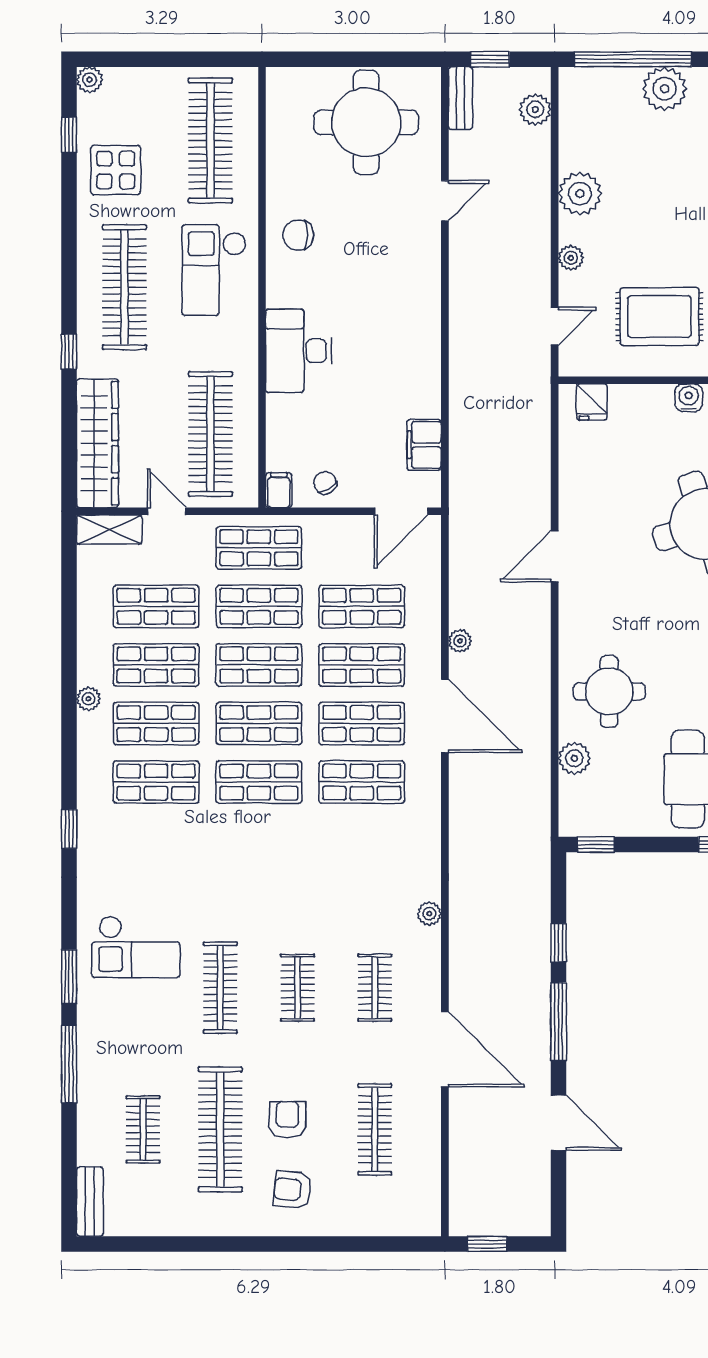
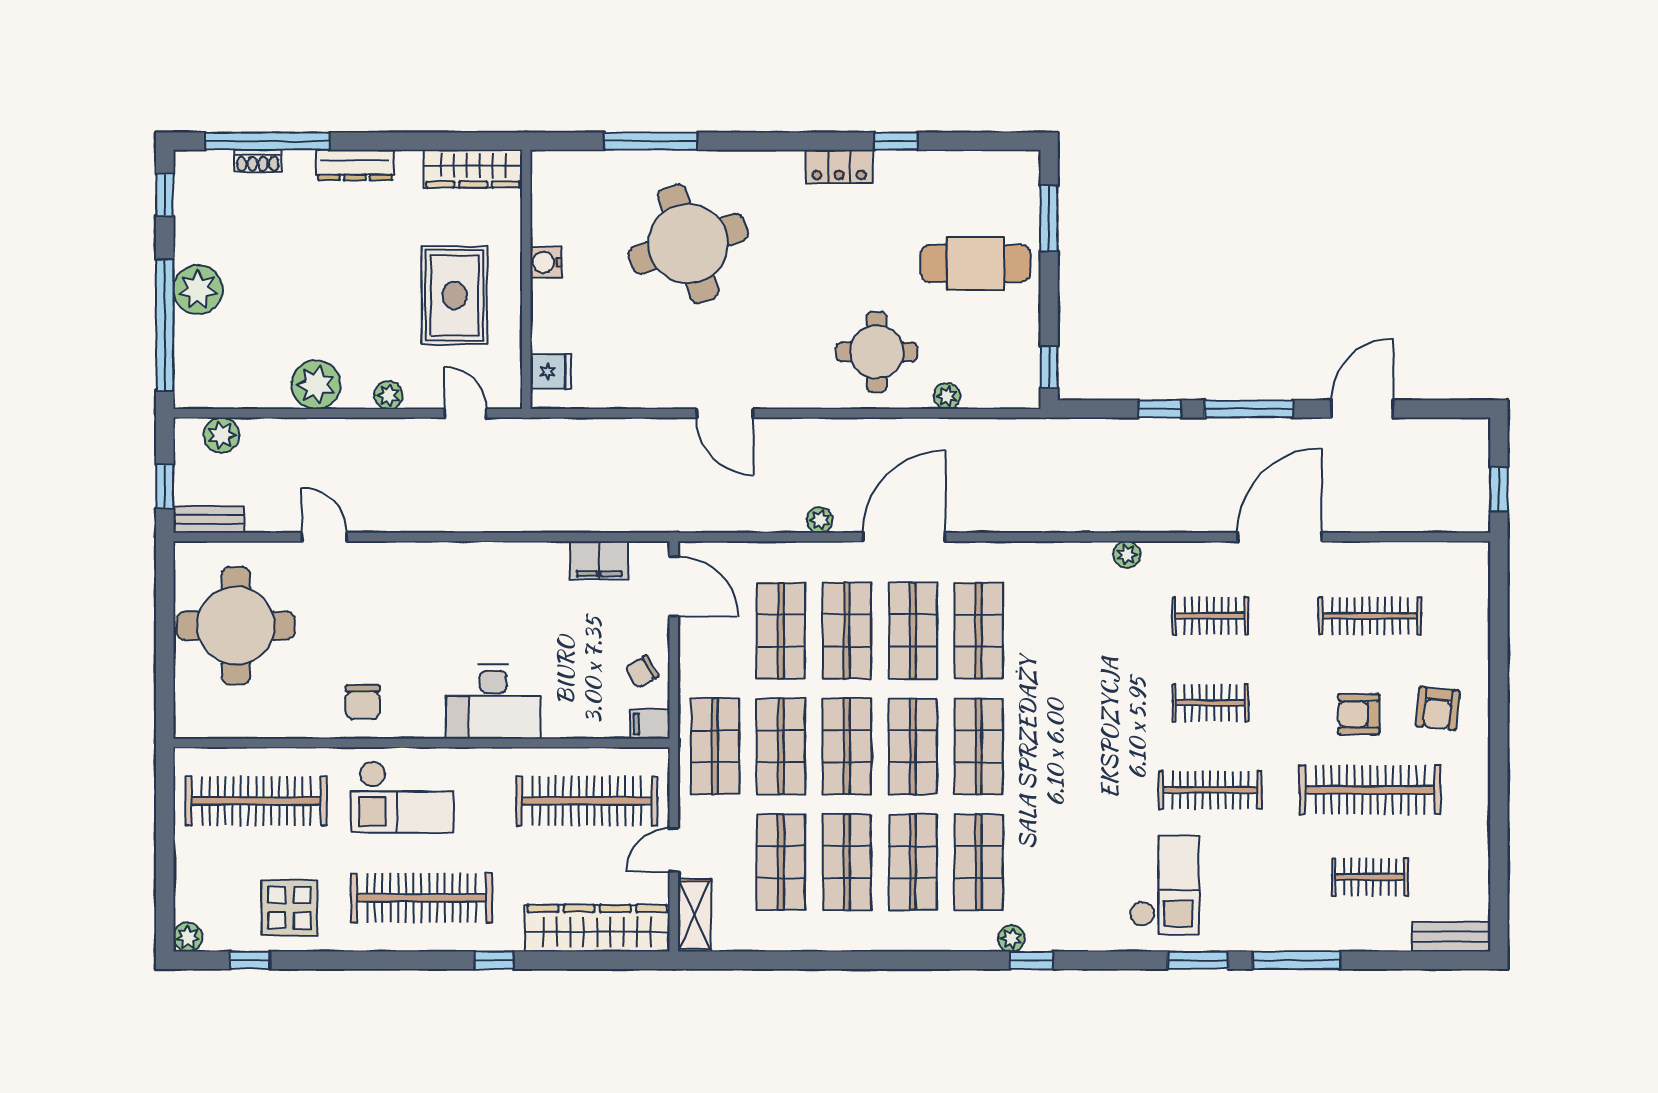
plant: (88, 699) -> (1011, 938), moved
plant: (574, 758) -> (947, 396), width x0.73, depth x0.73

